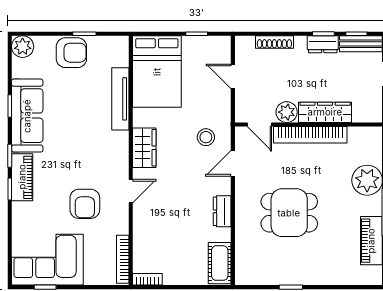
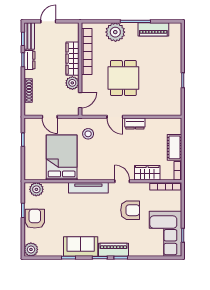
plant: (118, 55) -> (36, 189), added
bed: (157, 72) -> (62, 157), moved, turned -90
door: (233, 76) -> (50, 117), hinge flipped
tv unit: (120, 99) -> (88, 188), moved
sofa: (27, 116) -> (81, 247), width x0.73
bookcase: (310, 135) -> (87, 52), moved
wardrobe: (144, 148) -> (147, 173), moved
door: (233, 163) -> (115, 117), moved
dining table: (289, 213) -> (123, 78), moved
cot: (220, 263) -> (174, 147), moved, turned 90

